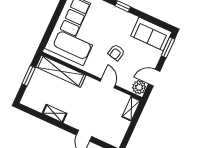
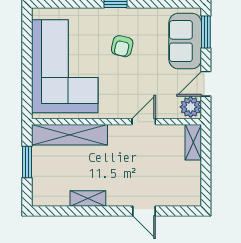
sofa: (151, 34) -> (185, 41), moved, turned 90
armchair: (116, 52) -> (122, 46), moved
door: (108, 83) -> (144, 122), hinge flipped

